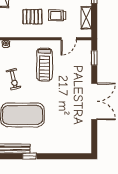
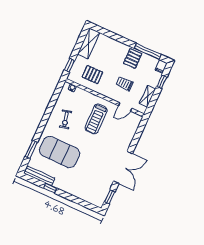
pallet: (32, 17) -> (92, 75), moved
window: (94, 58) -> (110, 197), moved

